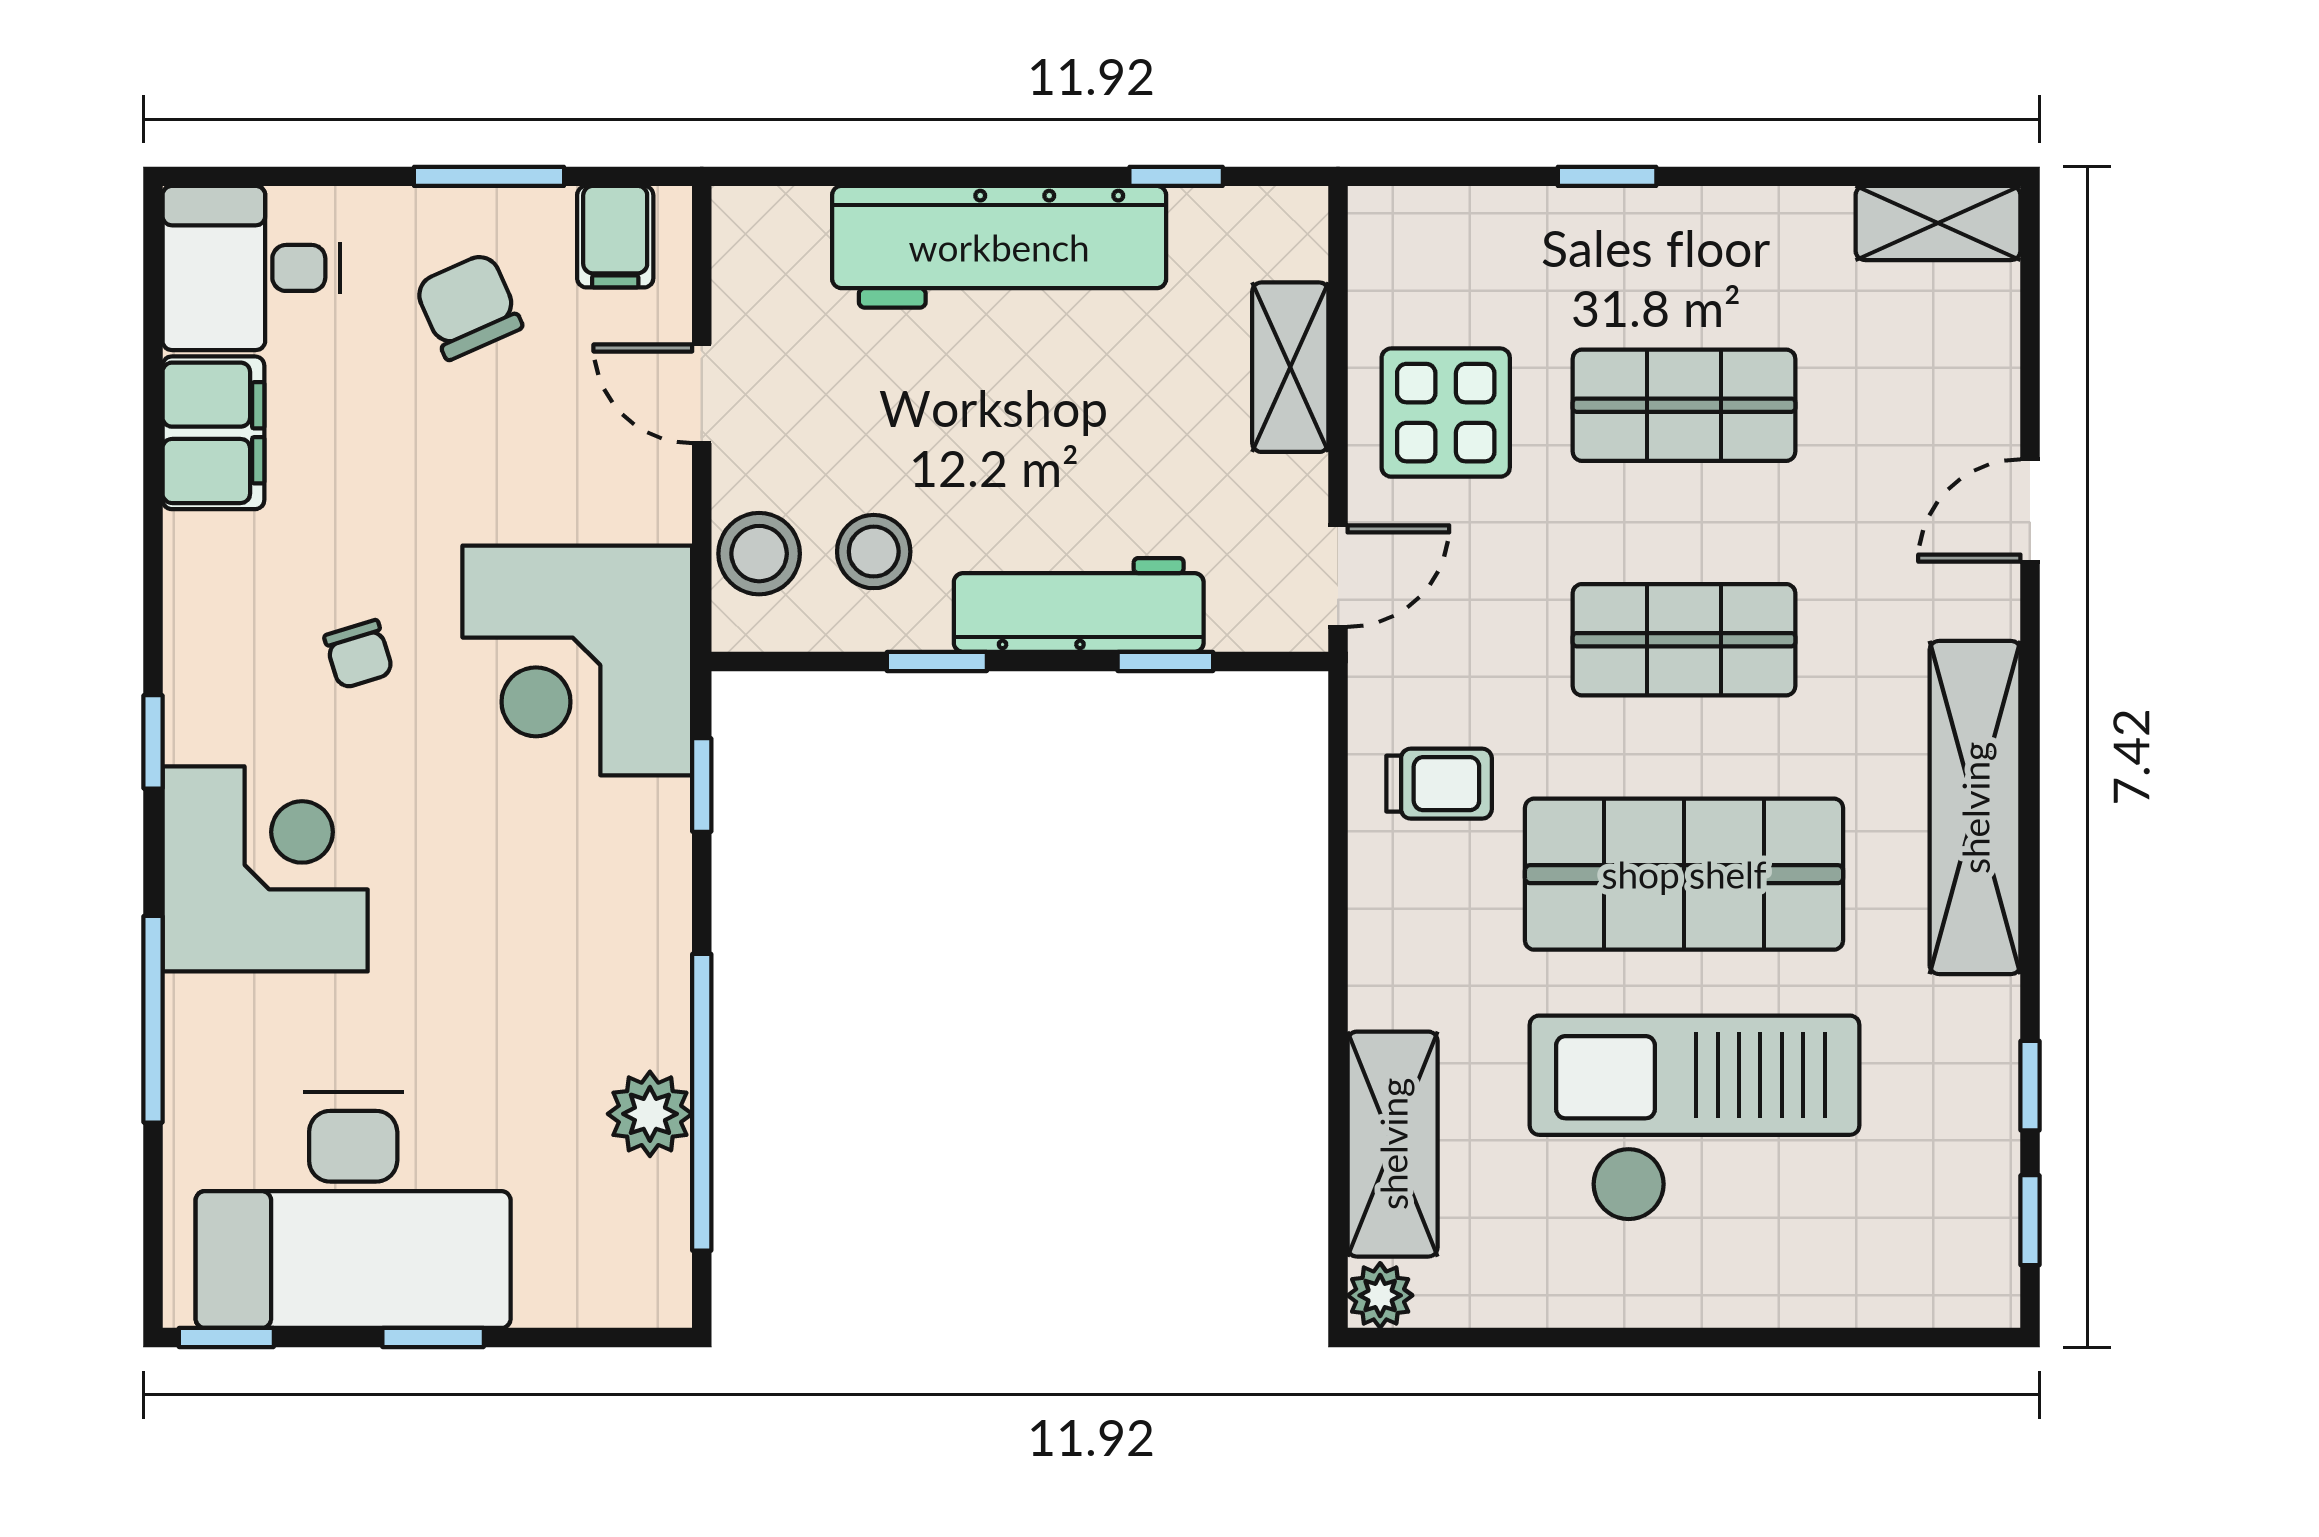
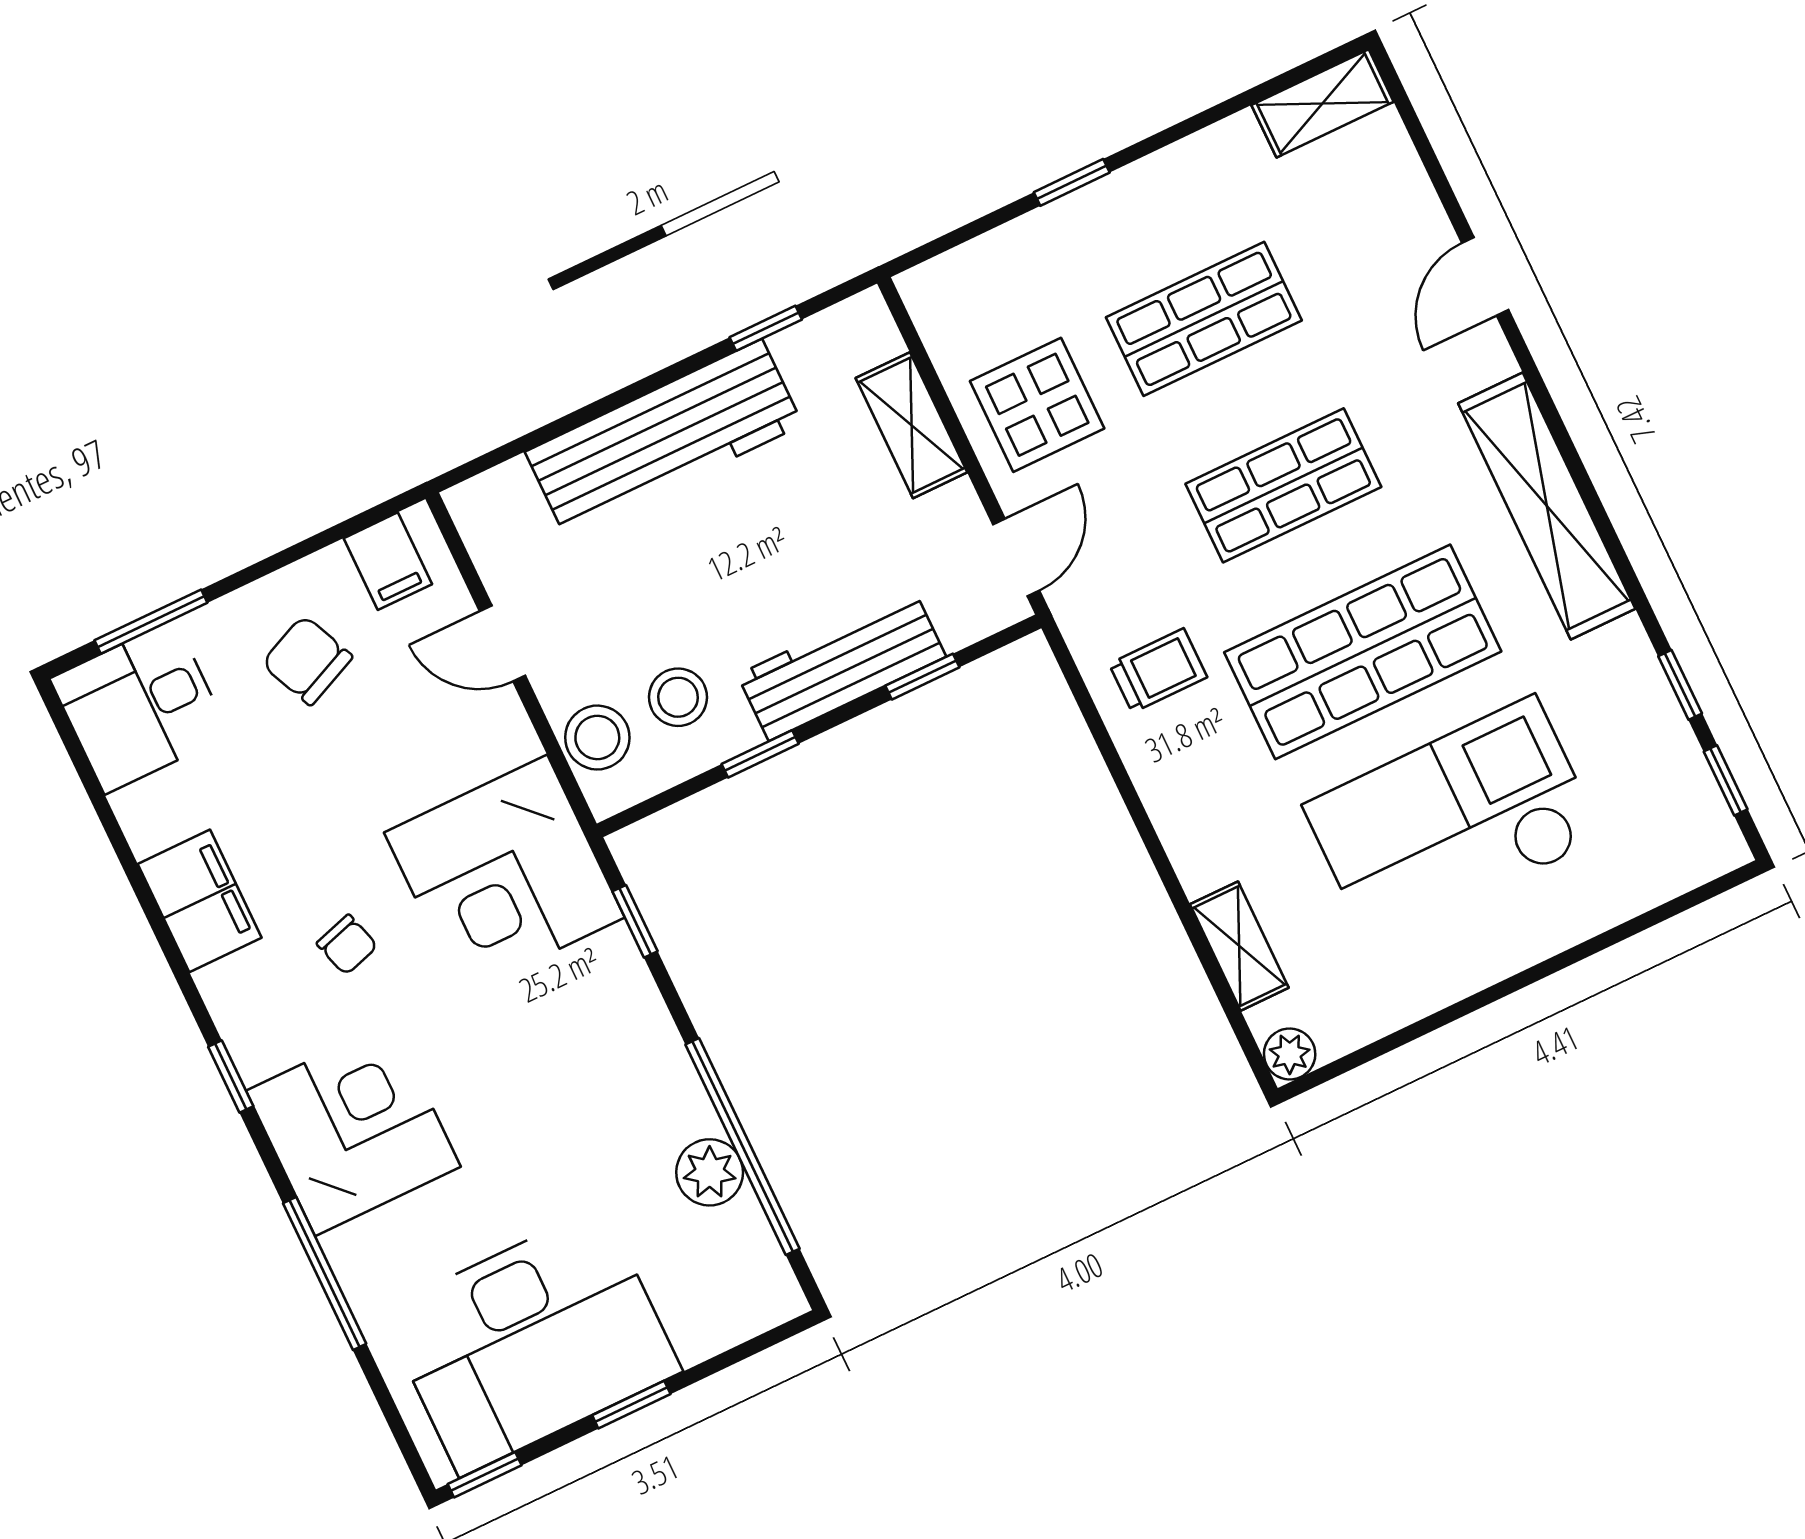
window: (489, 176) -> (151, 622), moved
filing cabinet: (213, 433) -> (200, 901), moved
shelving: (1393, 1144) -> (1239, 946), width x0.67, depth x0.75

